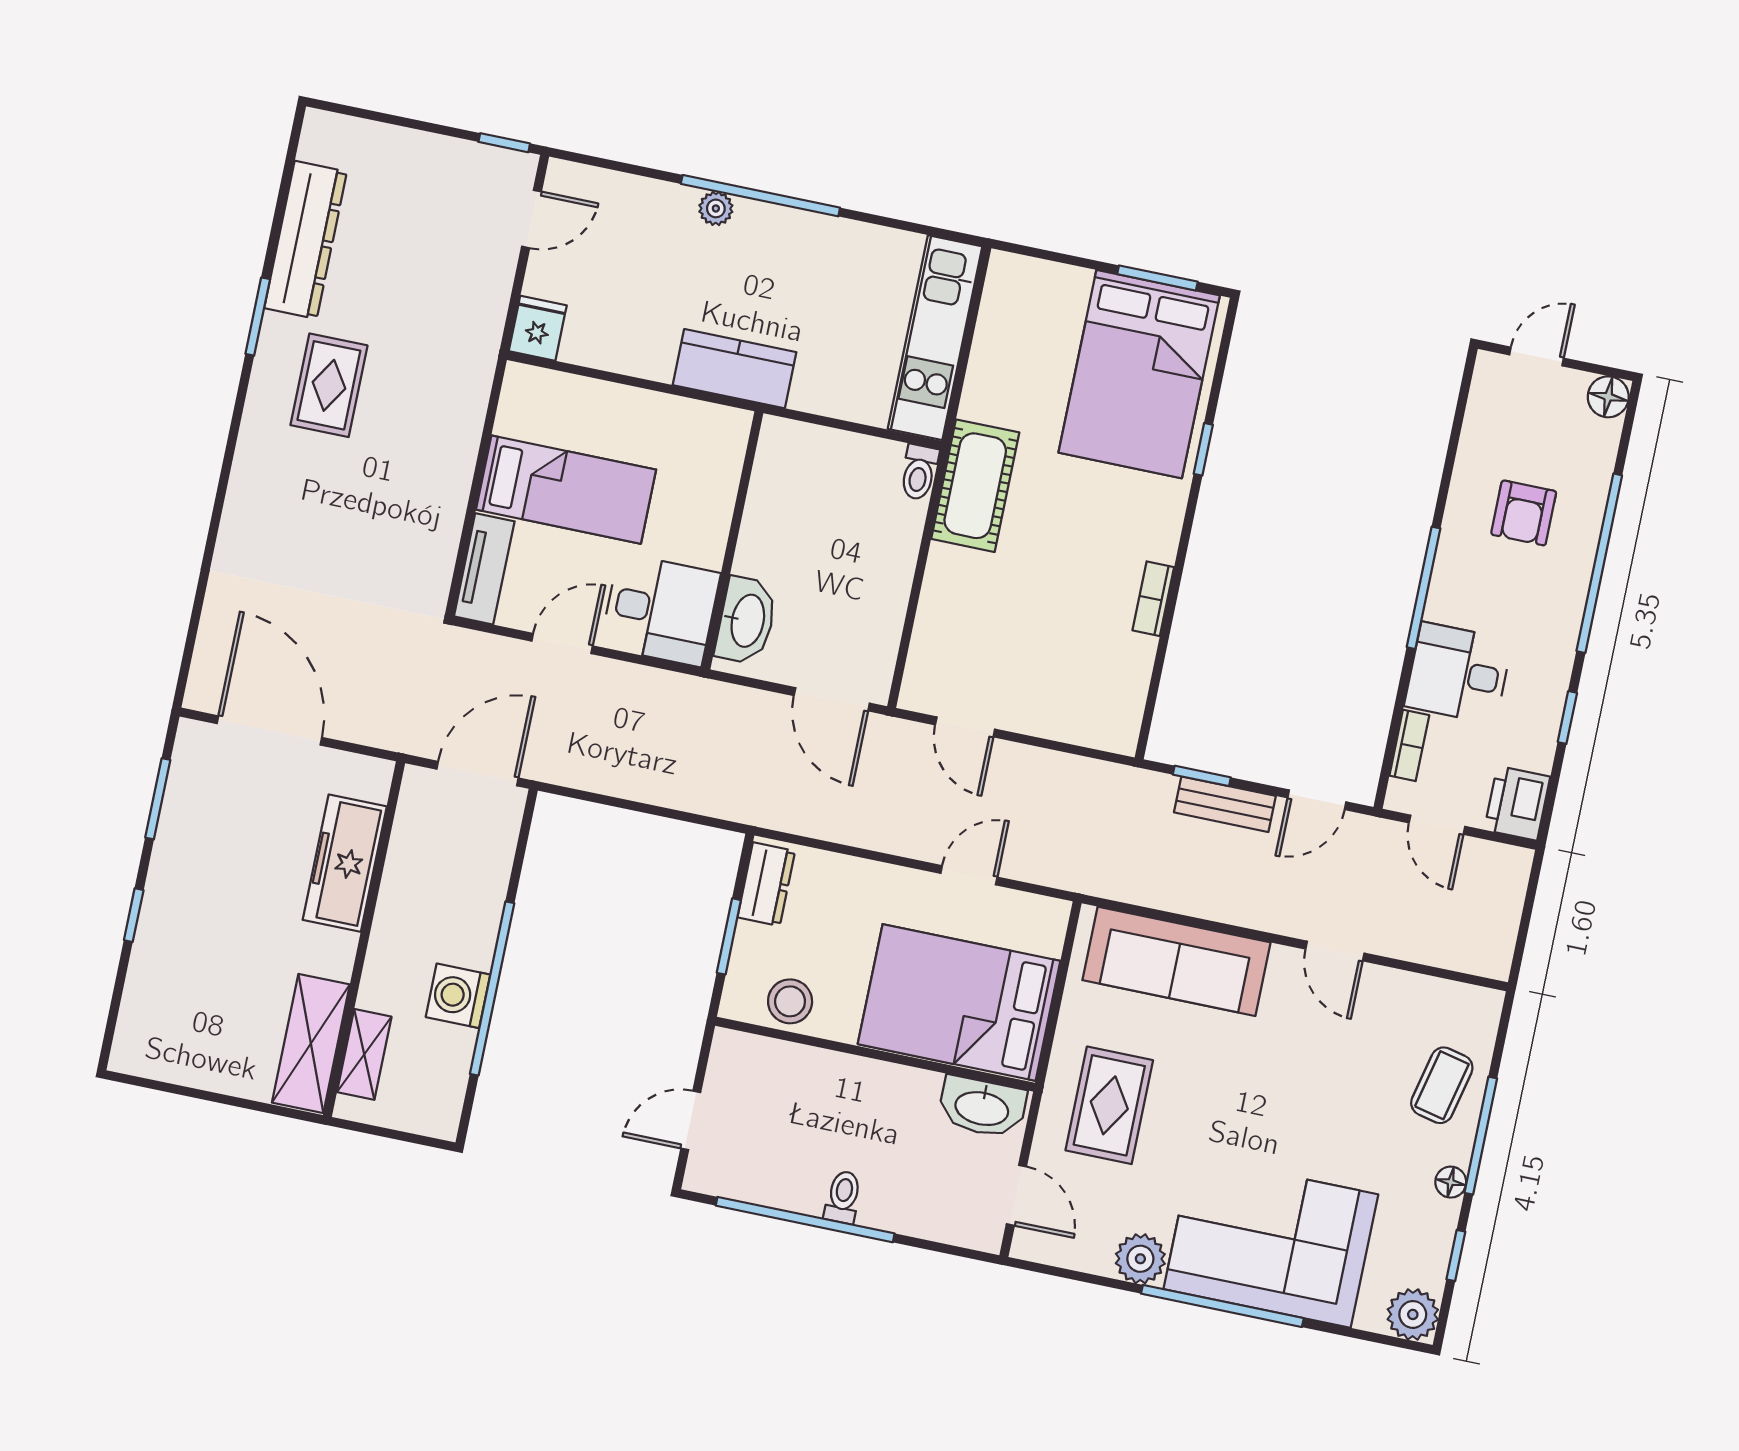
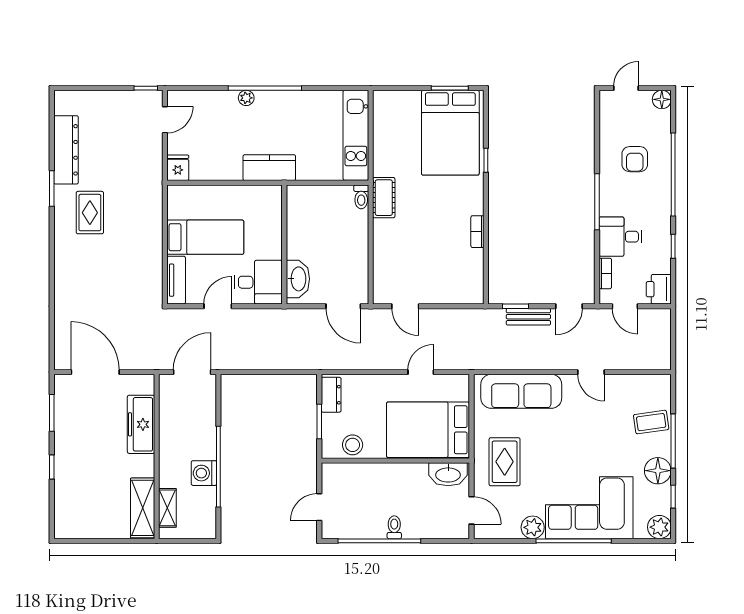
cot: (975, 486) -> (384, 198), width x0.73, depth x0.75
coffee table: (1442, 1085) -> (651, 422), turned 69
floor lamp: (1451, 1182) -> (658, 471), width x1.89, depth x1.89

